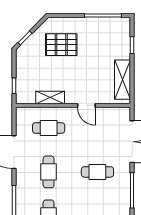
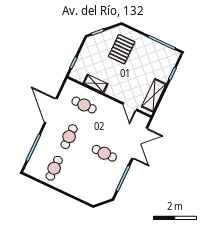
pallet: (61, 45) -> (122, 49), turned 90
door: (86, 105) -> (130, 107), moved

